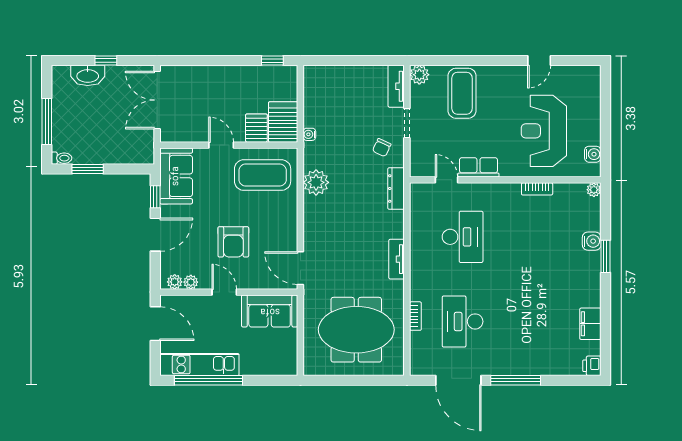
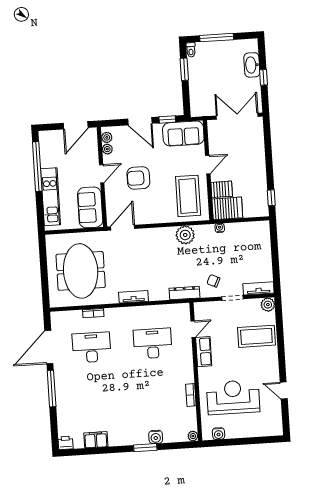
desk: (463, 237) -> (153, 343), turned 180
kitchen unit: (199, 364) -> (51, 197), moved

